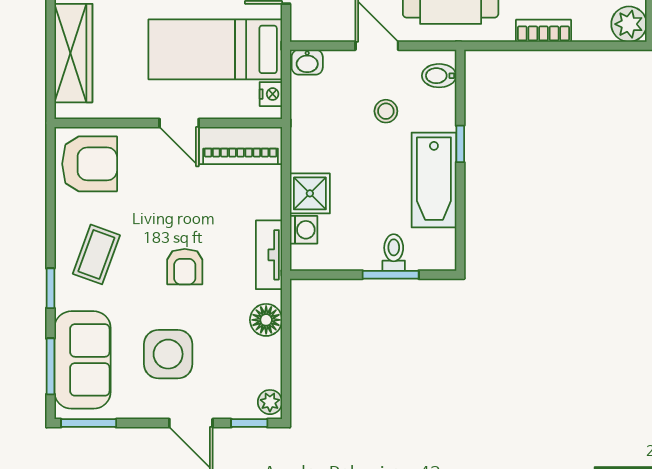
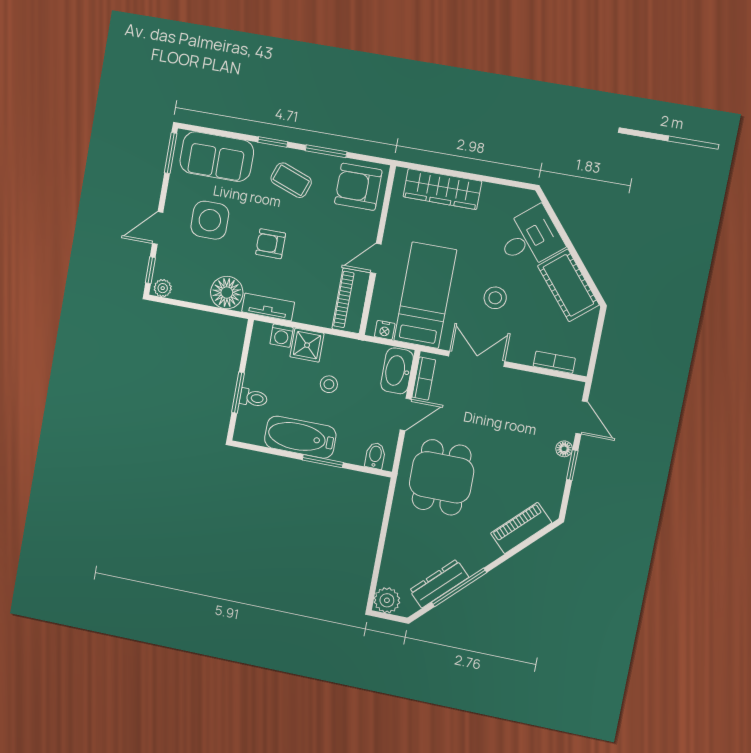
bookcase: (543, 31) -> (424, 379), moved
washbasin: (307, 62) -> (397, 371), width x1.91, depth x1.45
stool: (386, 111) -> (329, 384), moved
window: (460, 144) -> (323, 461), width x1.50
armchair: (90, 164) -> (358, 187), turned 90
floor lamp: (266, 320) -> (227, 293), width x1.38, depth x1.38
window: (50, 366) -> (326, 151), moved

